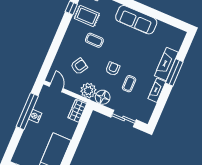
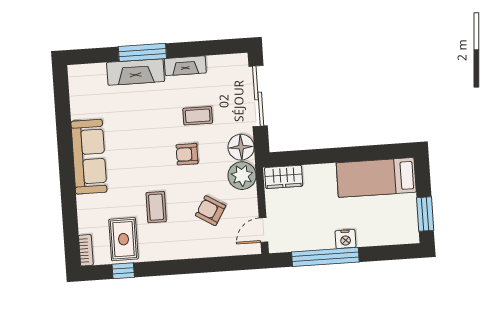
nightstand: (35, 116) -> (345, 239), moved
sliding door: (124, 118) -> (258, 96), width x1.37

